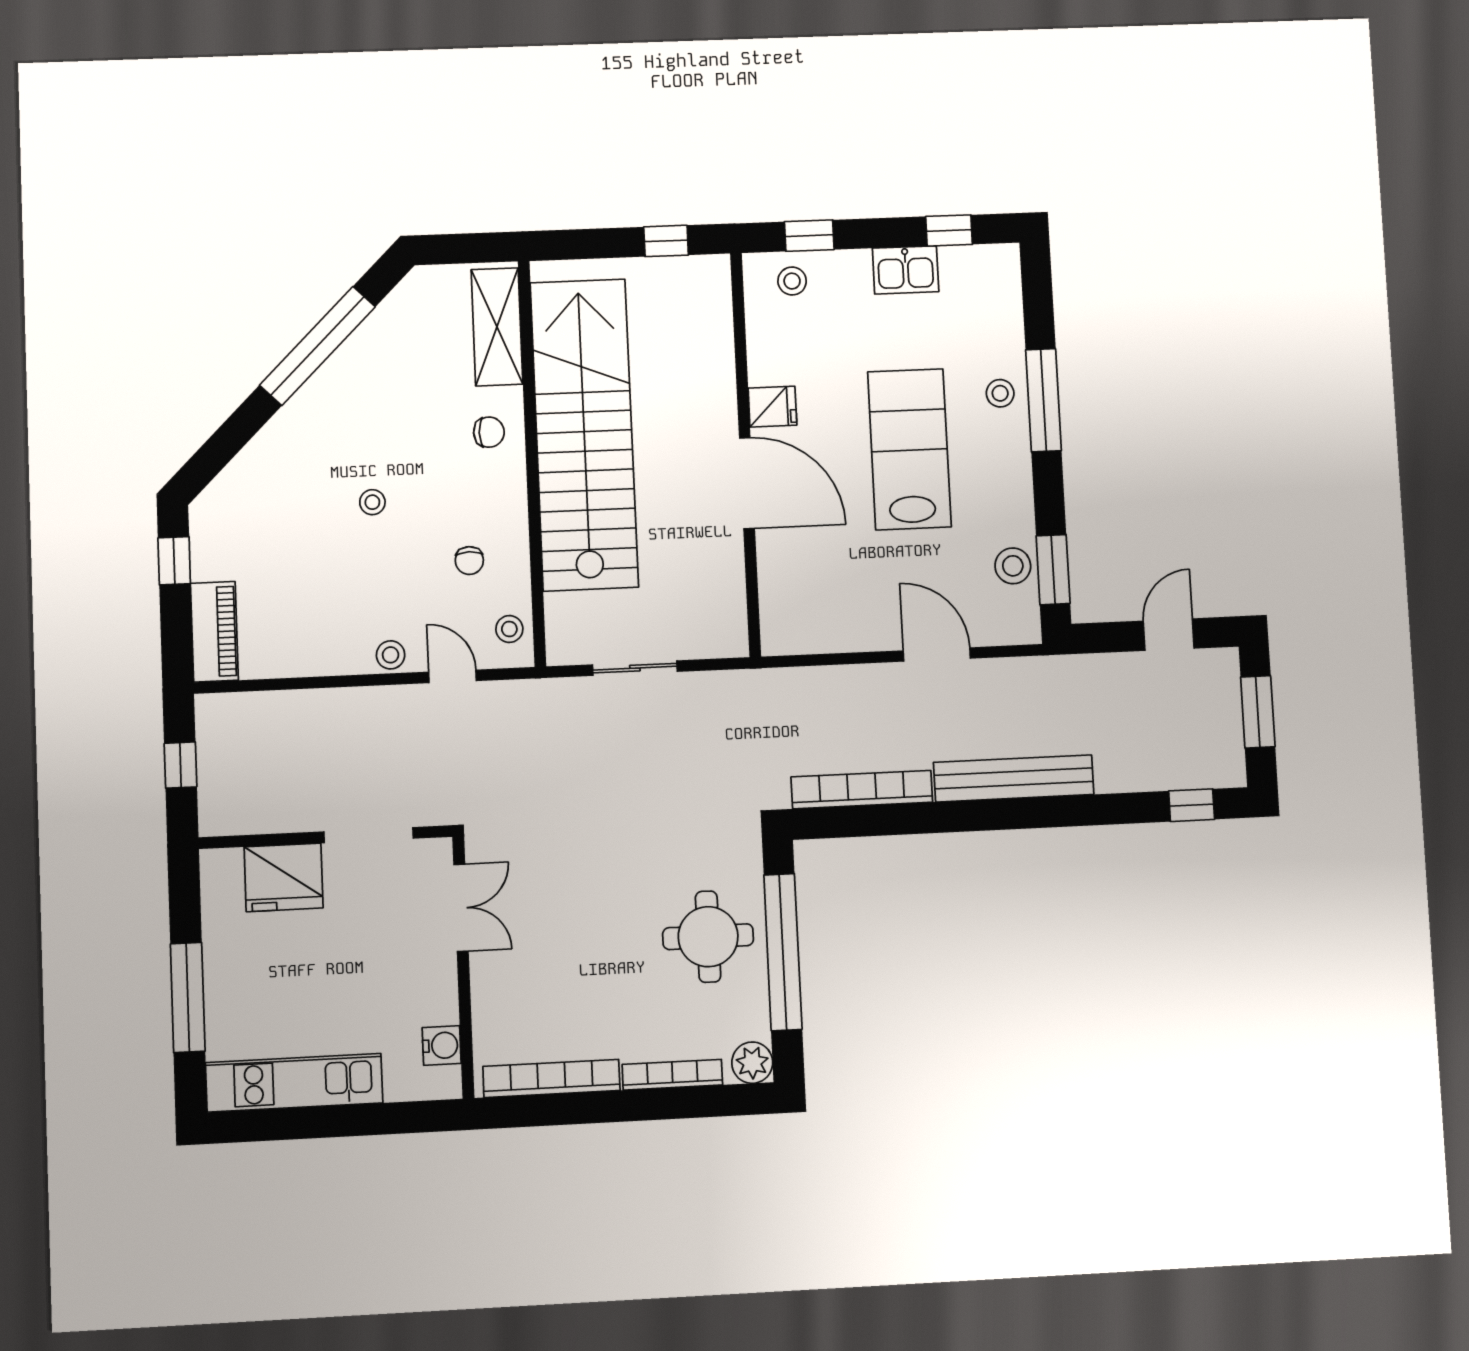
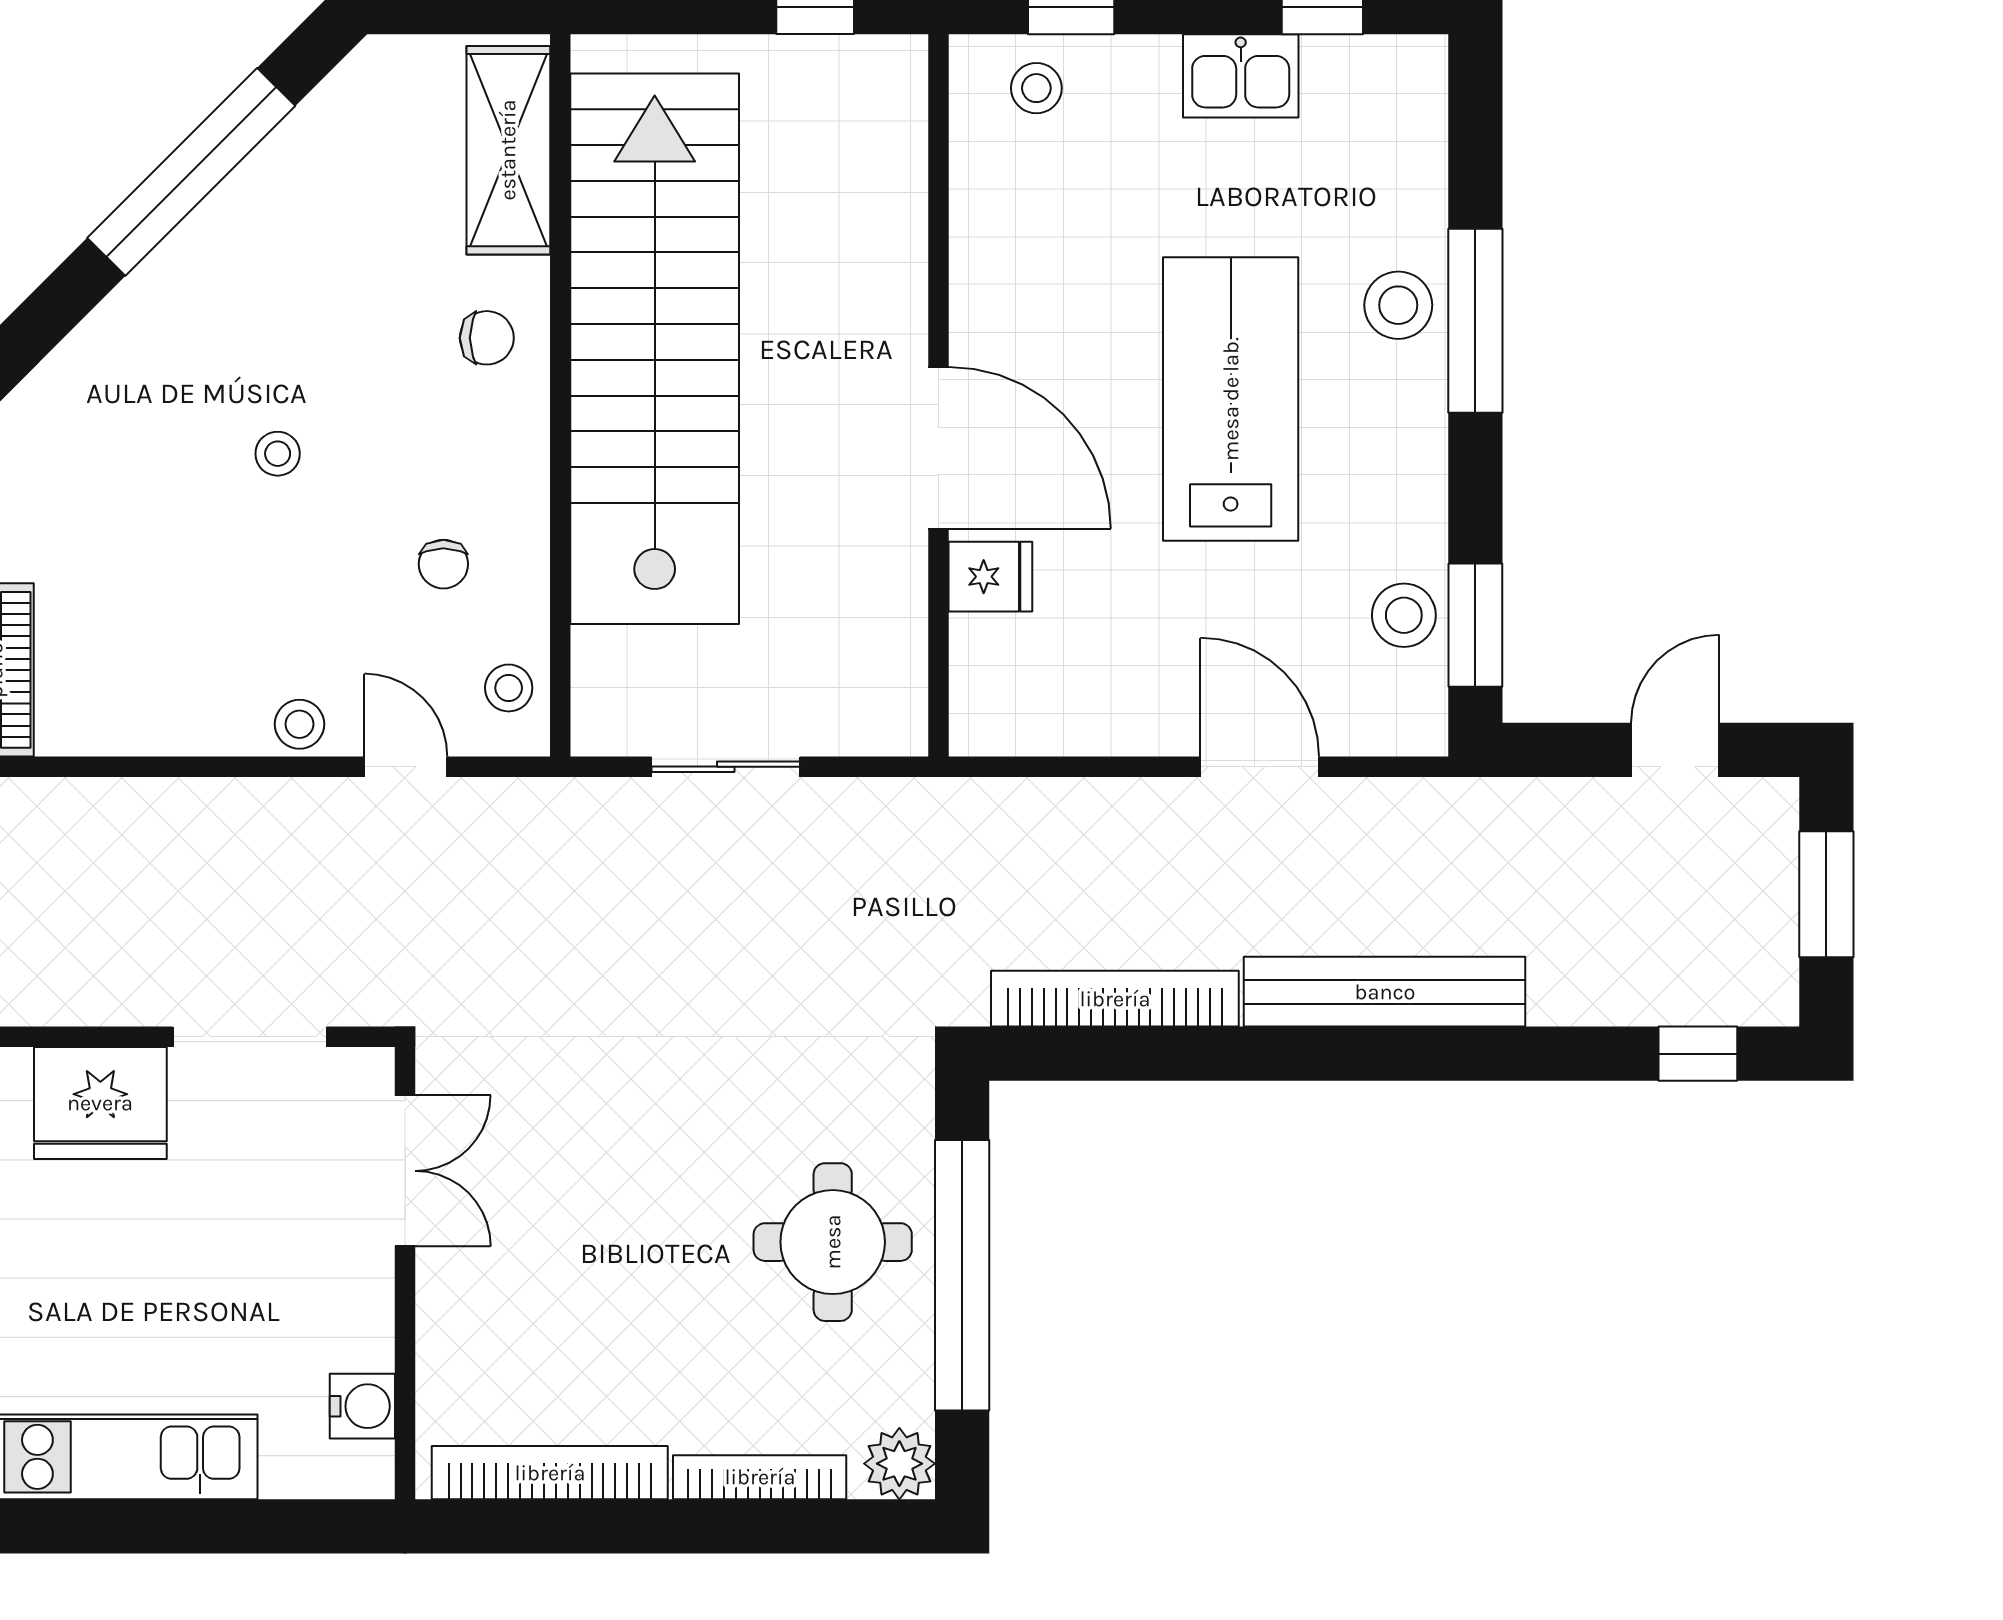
stool: (1000, 393) -> (1398, 305), width x1.37, depth x1.37
fridge: (772, 407) -> (990, 577), moved

